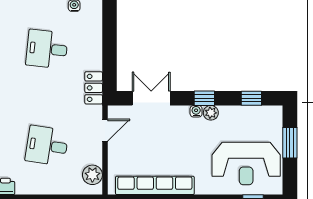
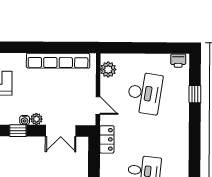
plant: (211, 113) -> (36, 119), moved
door: (105, 130) -> (98, 105), swing flipped
desk: (47, 146) -> (145, 93), width x1.37

